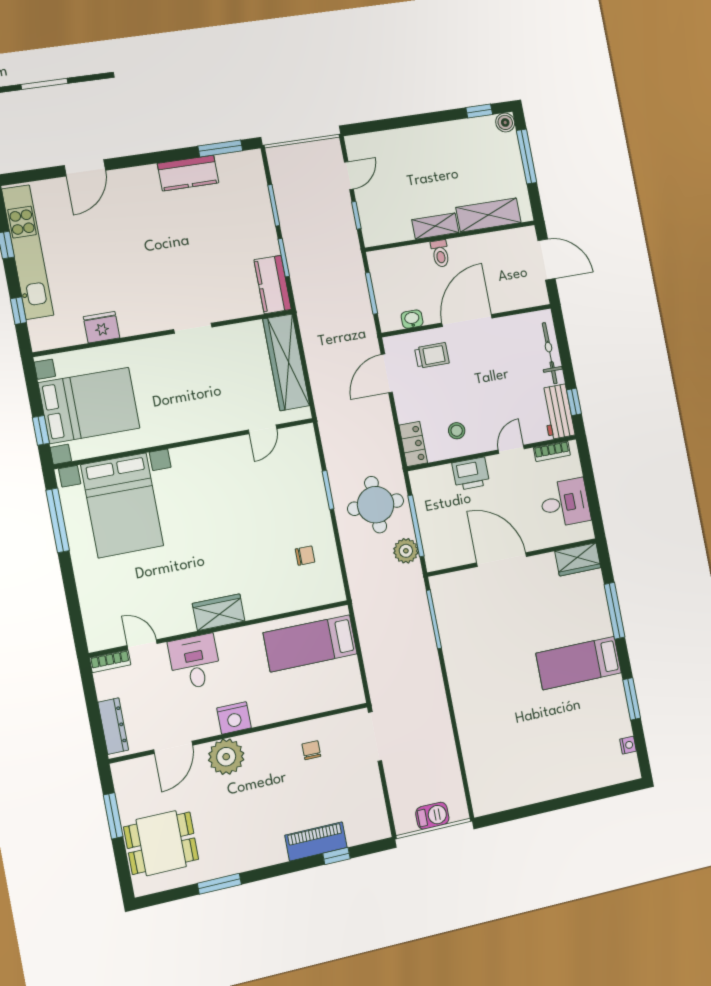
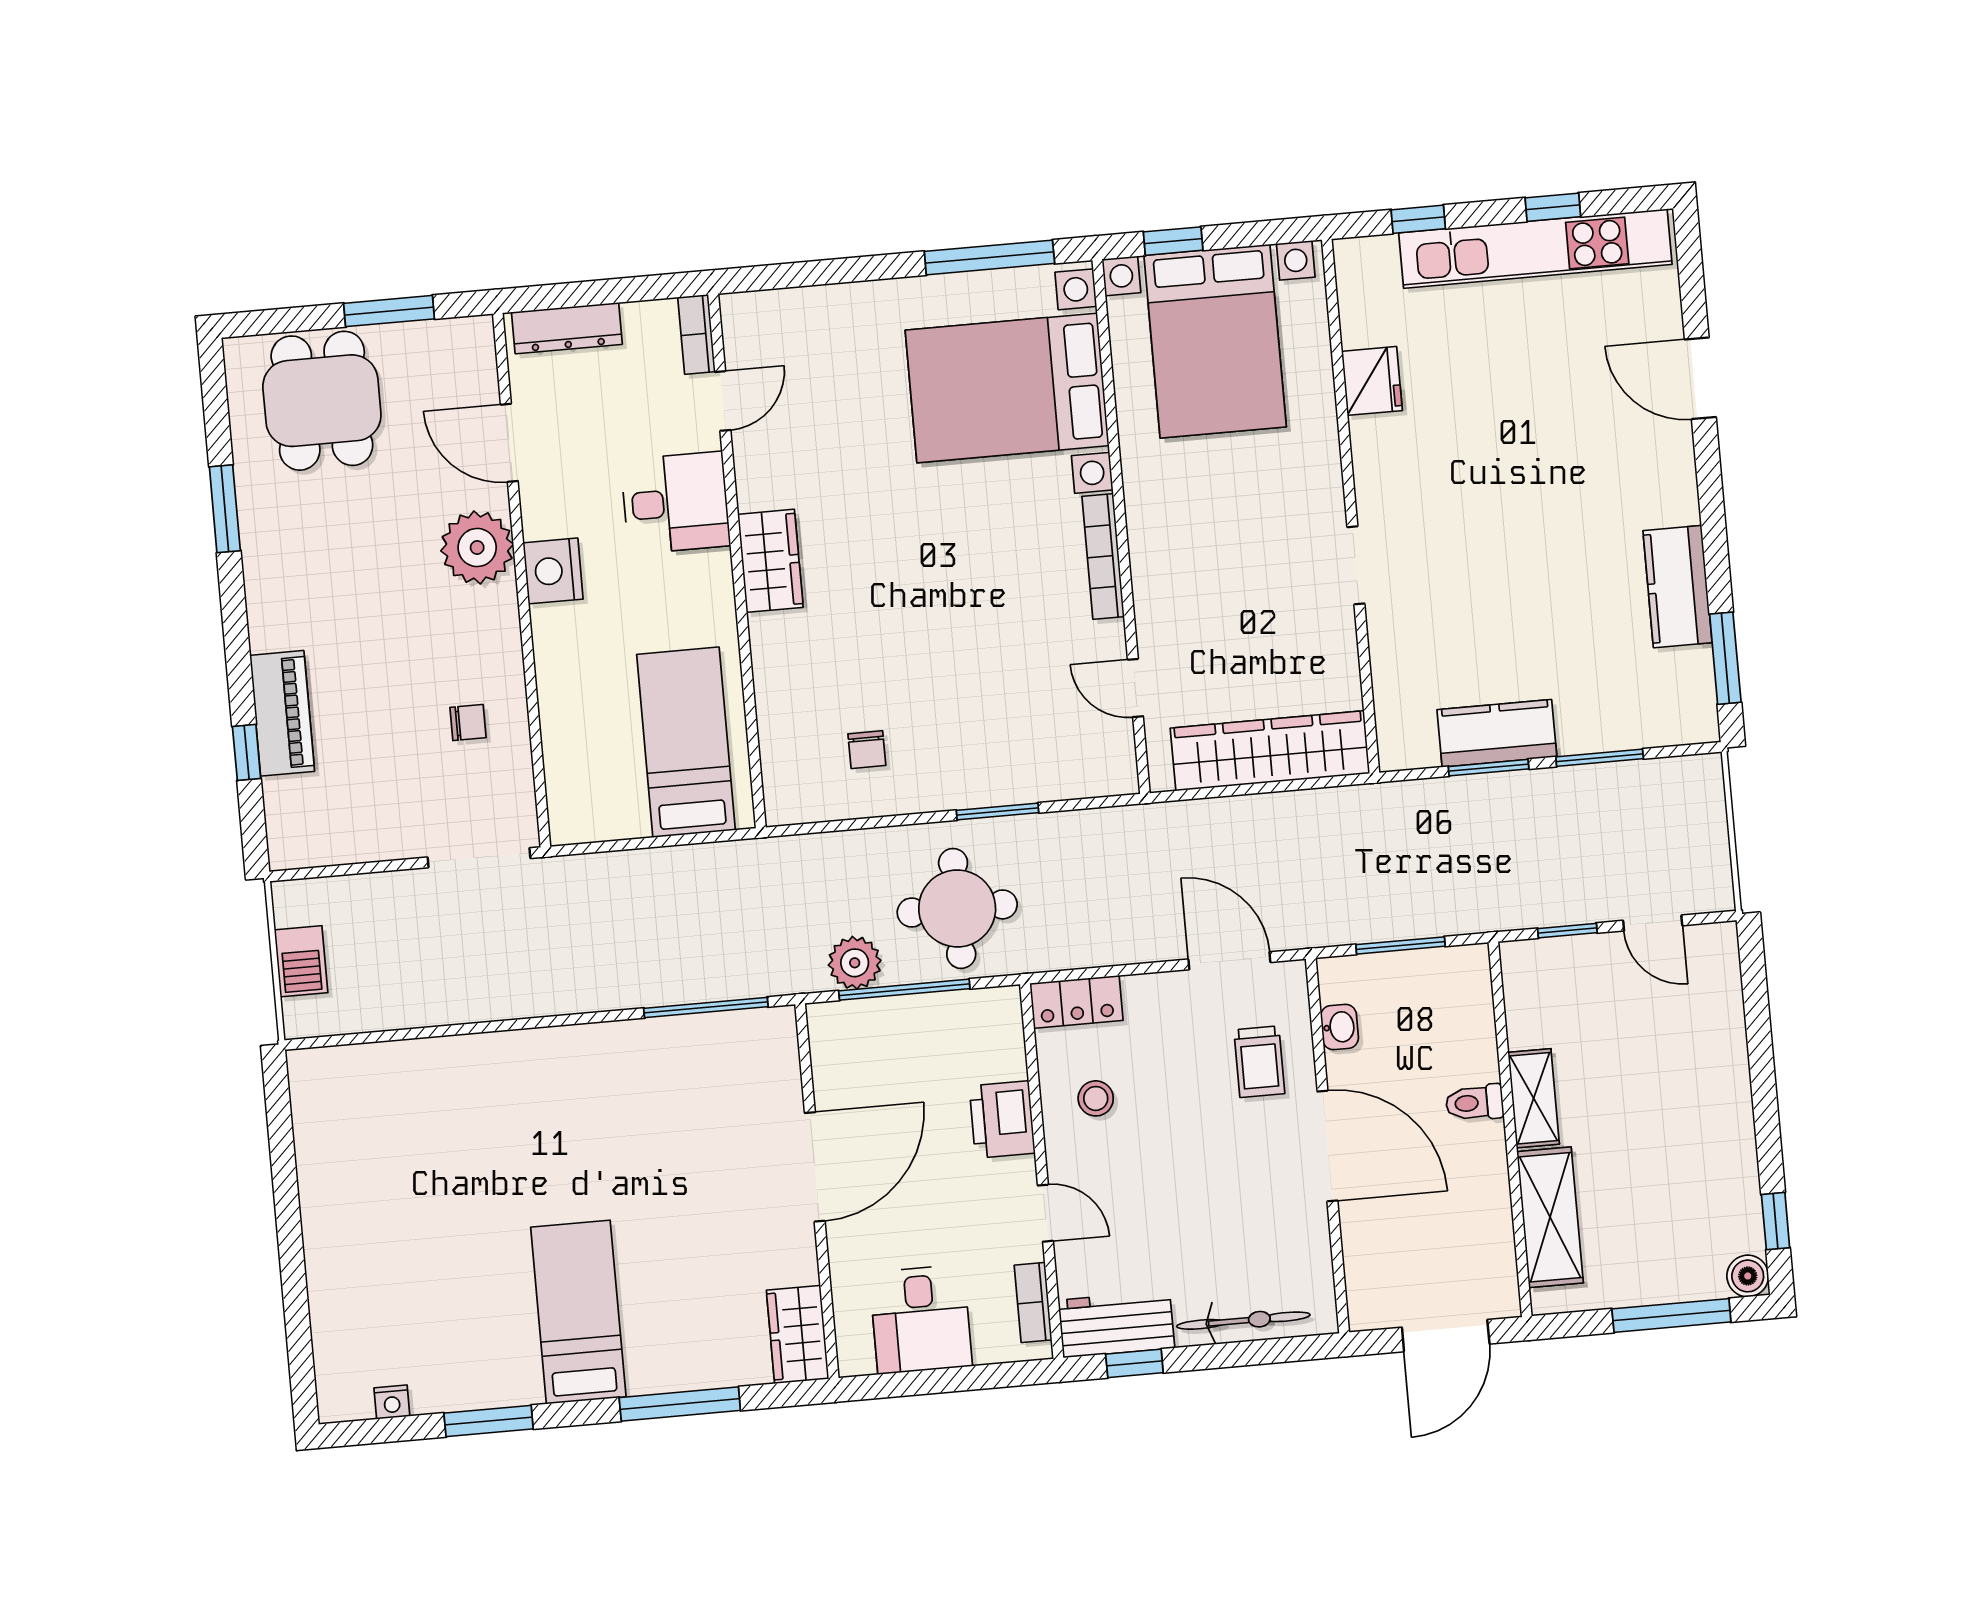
kitchen counter: (273, 285) -> (1497, 733), moved
bookcase: (201, 451) -> (1103, 557), added

